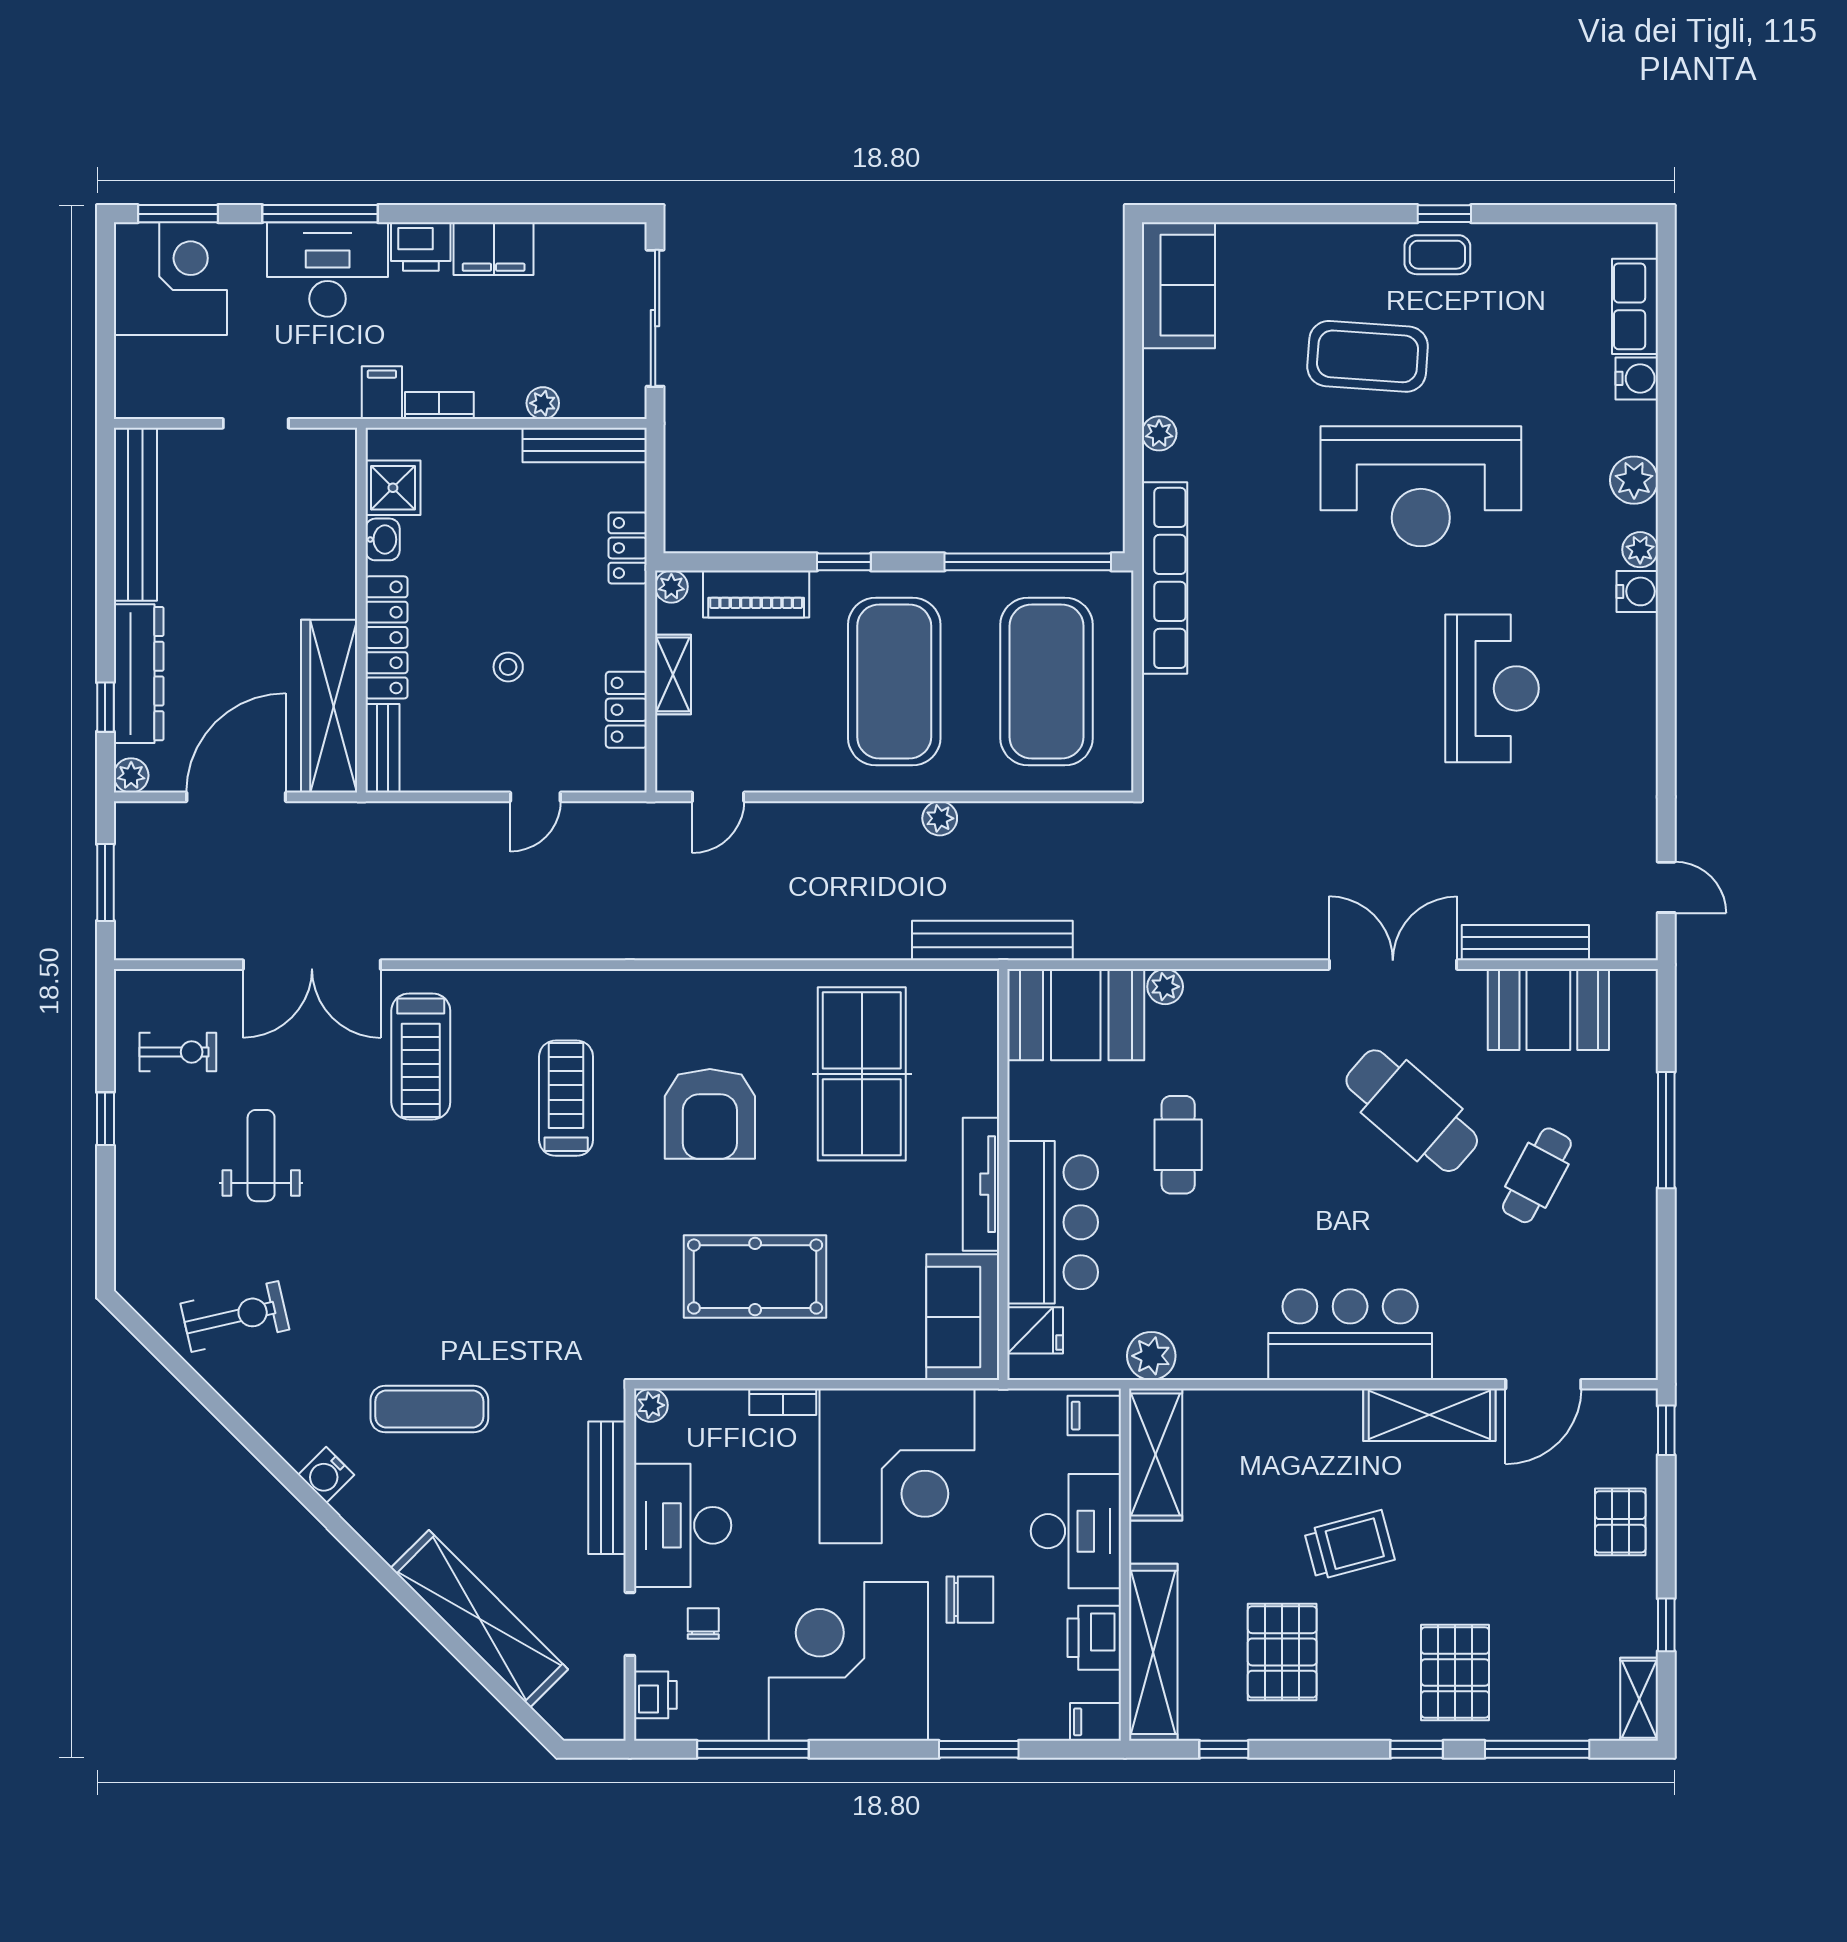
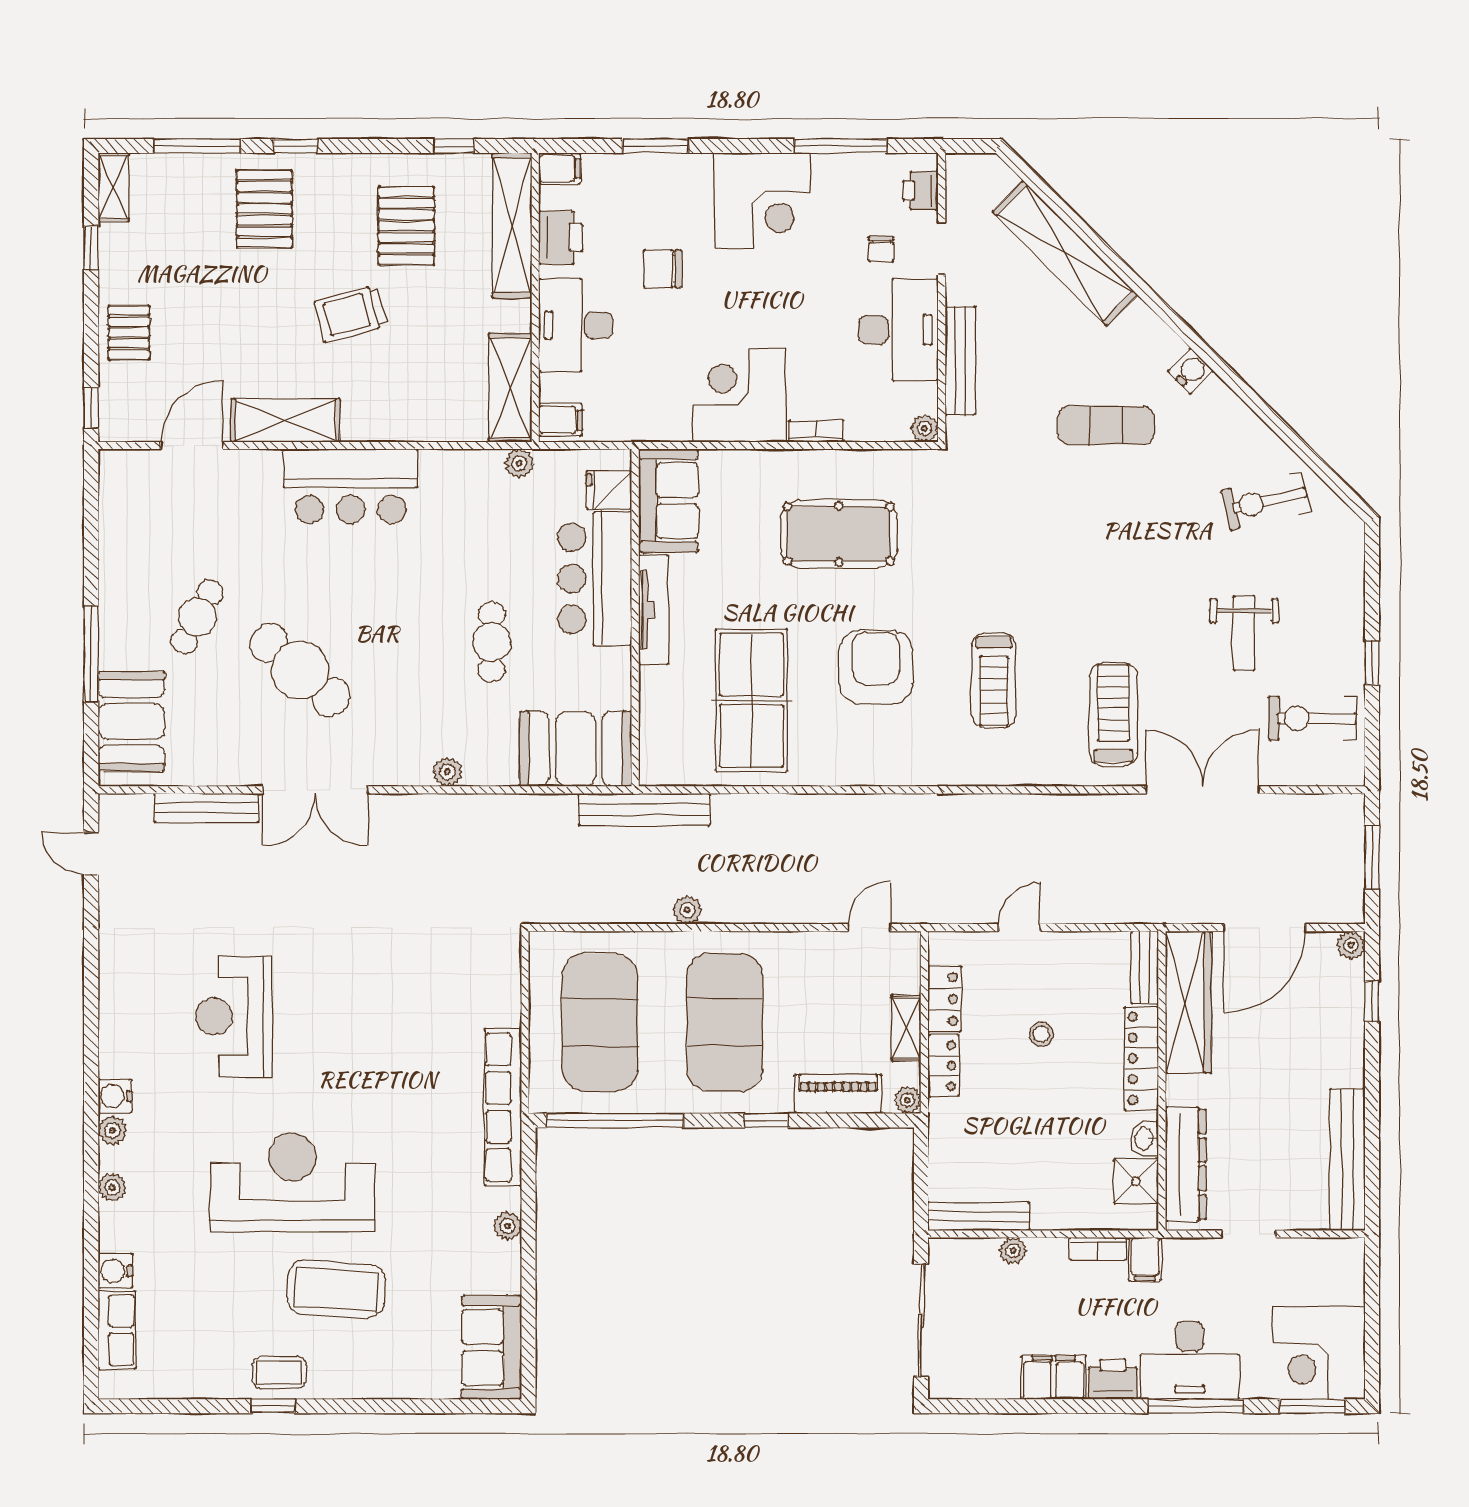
plant: (1634, 480) -> (112, 1187), width x0.73, depth x0.73
locker: (628, 548) -> (943, 1066), moved
dresser: (139, 674) -> (1186, 1164), moved, turned 180
plant: (1165, 987) -> (447, 772), moved
booth: (1548, 1009) -> (131, 722), moved, turned 90
exercise bike: (178, 1052) -> (1312, 718), width x1.38, depth x1.39
plant: (1151, 1356) -> (519, 463), width x0.73, depth x0.73
corner desk: (897, 1466) -> (739, 395), width x0.74, depth x0.74
corner desk: (848, 1661) -> (762, 201), width x0.74, depth x0.74

